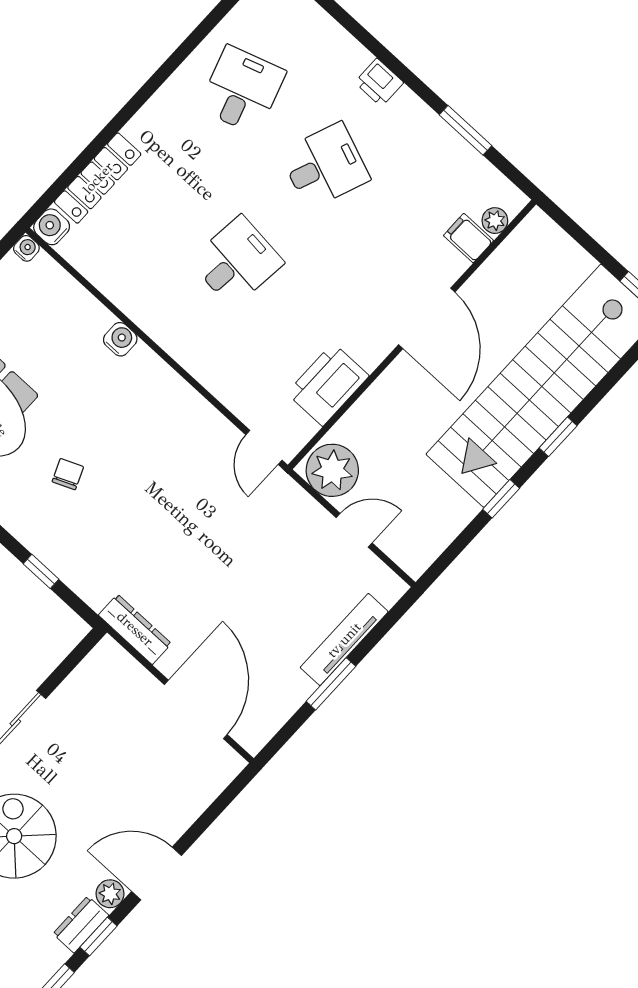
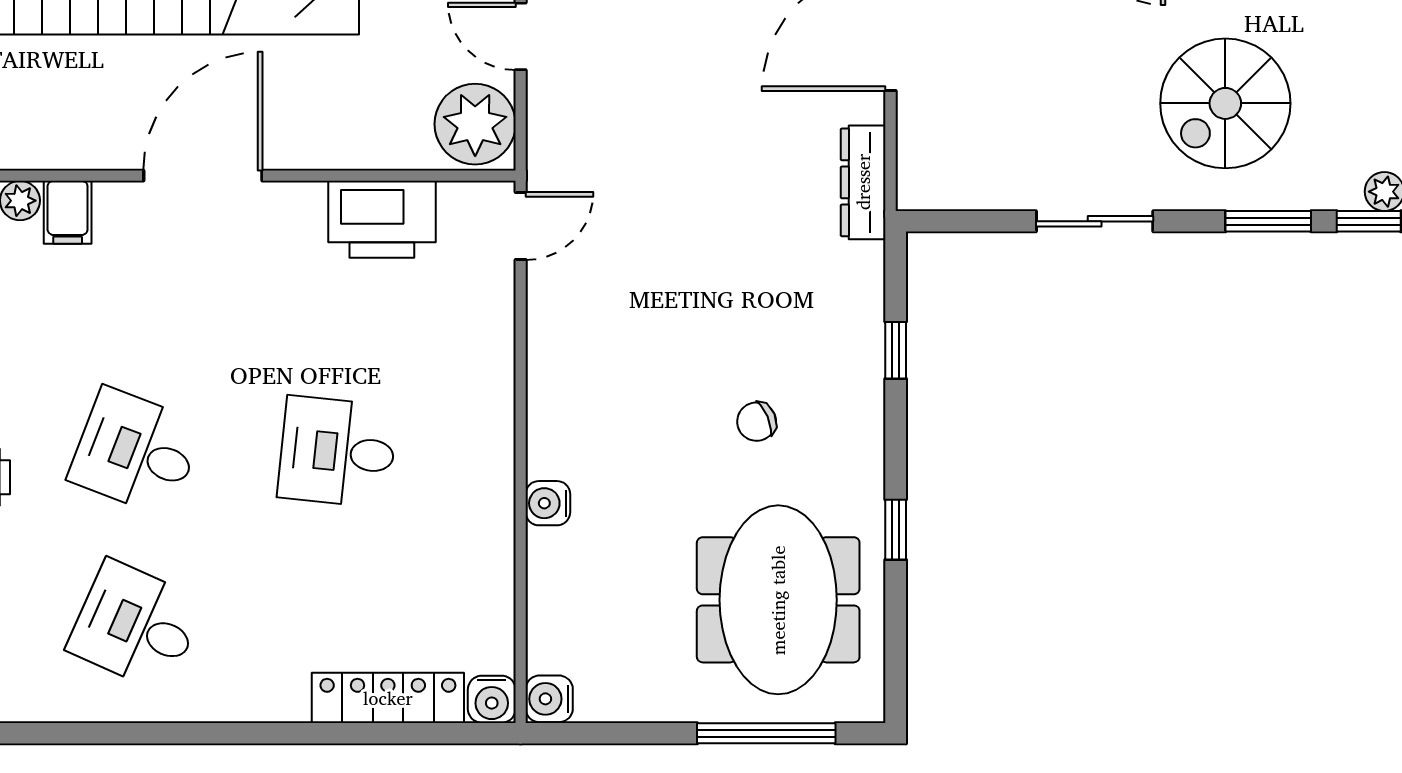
desk: (242, 90) -> (136, 626), turned 42
water cooler: (26, 248) -> (549, 699), width x1.38, depth x1.38

